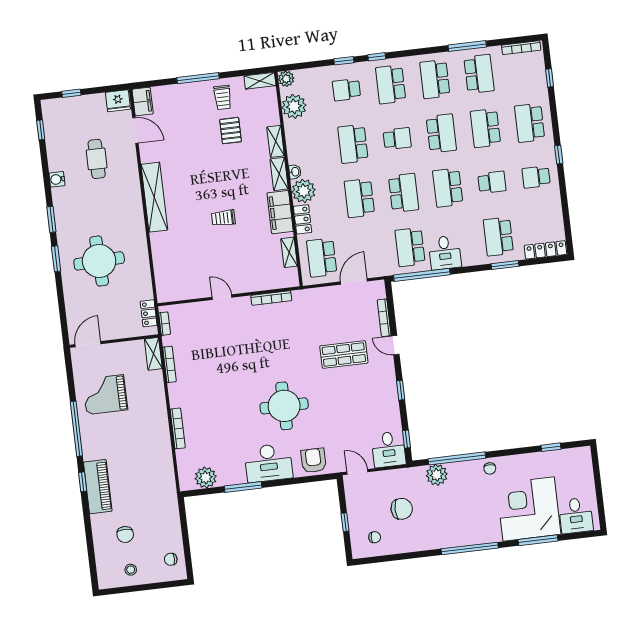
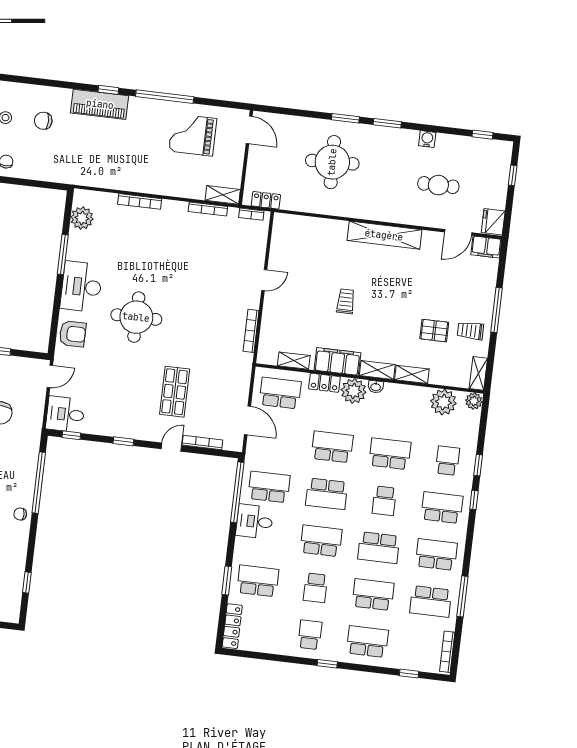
grand piano: (105, 395) -> (193, 135), turned -90
plant: (437, 475) -> (27, 458), removed

